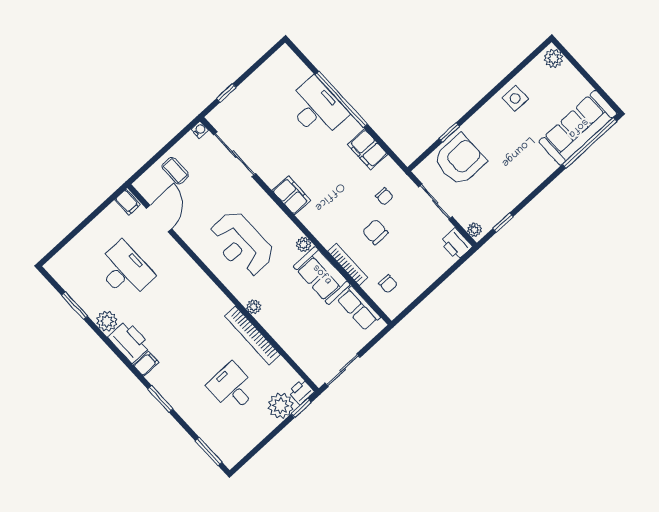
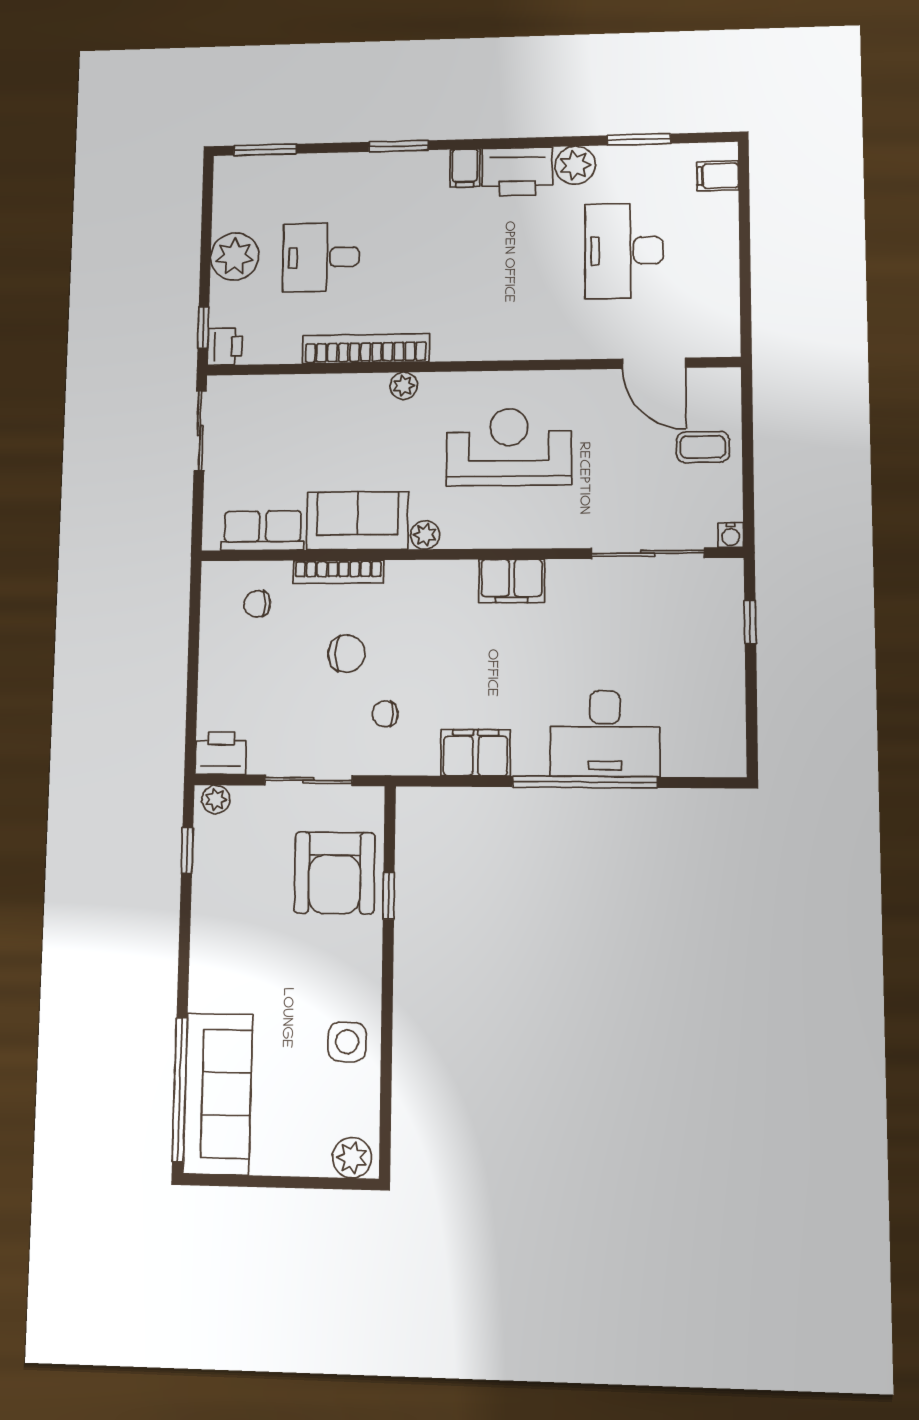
filing cabinet: (127, 202) -> (718, 176), moved
desk: (125, 271) -> (624, 251), turned 90
desk: (232, 388) -> (321, 257), turned 180
plant: (281, 406) -> (235, 257), moved

